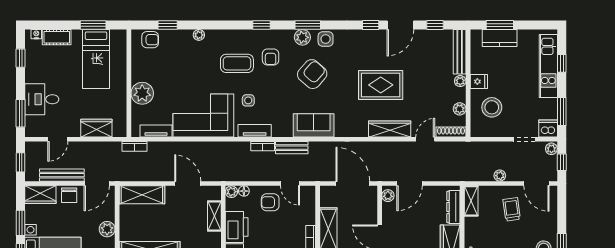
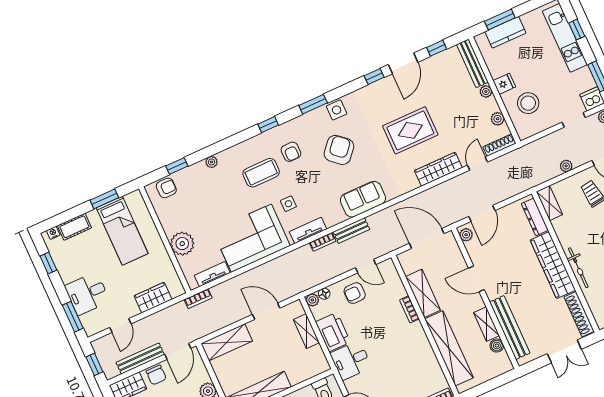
plant: (302, 37) -> (313, 119), removed

